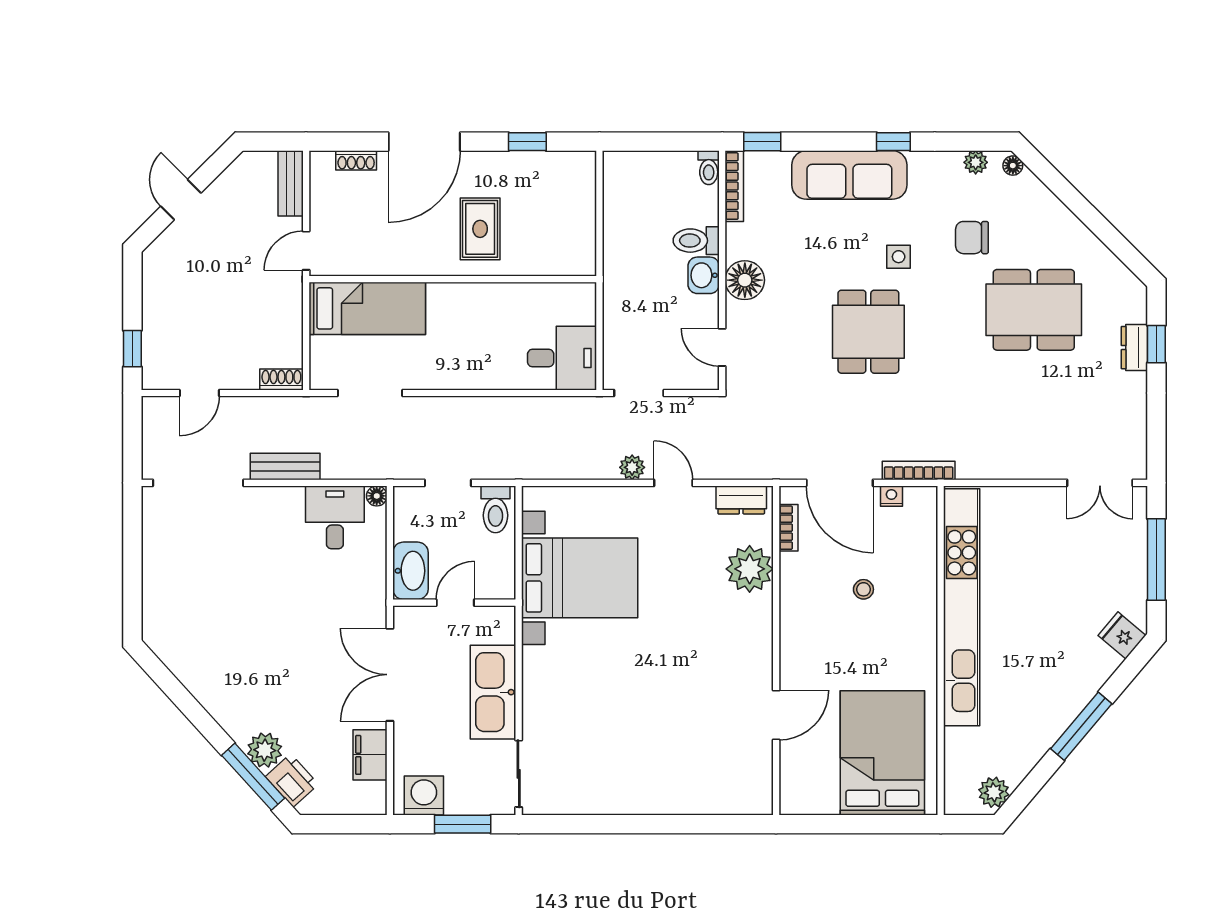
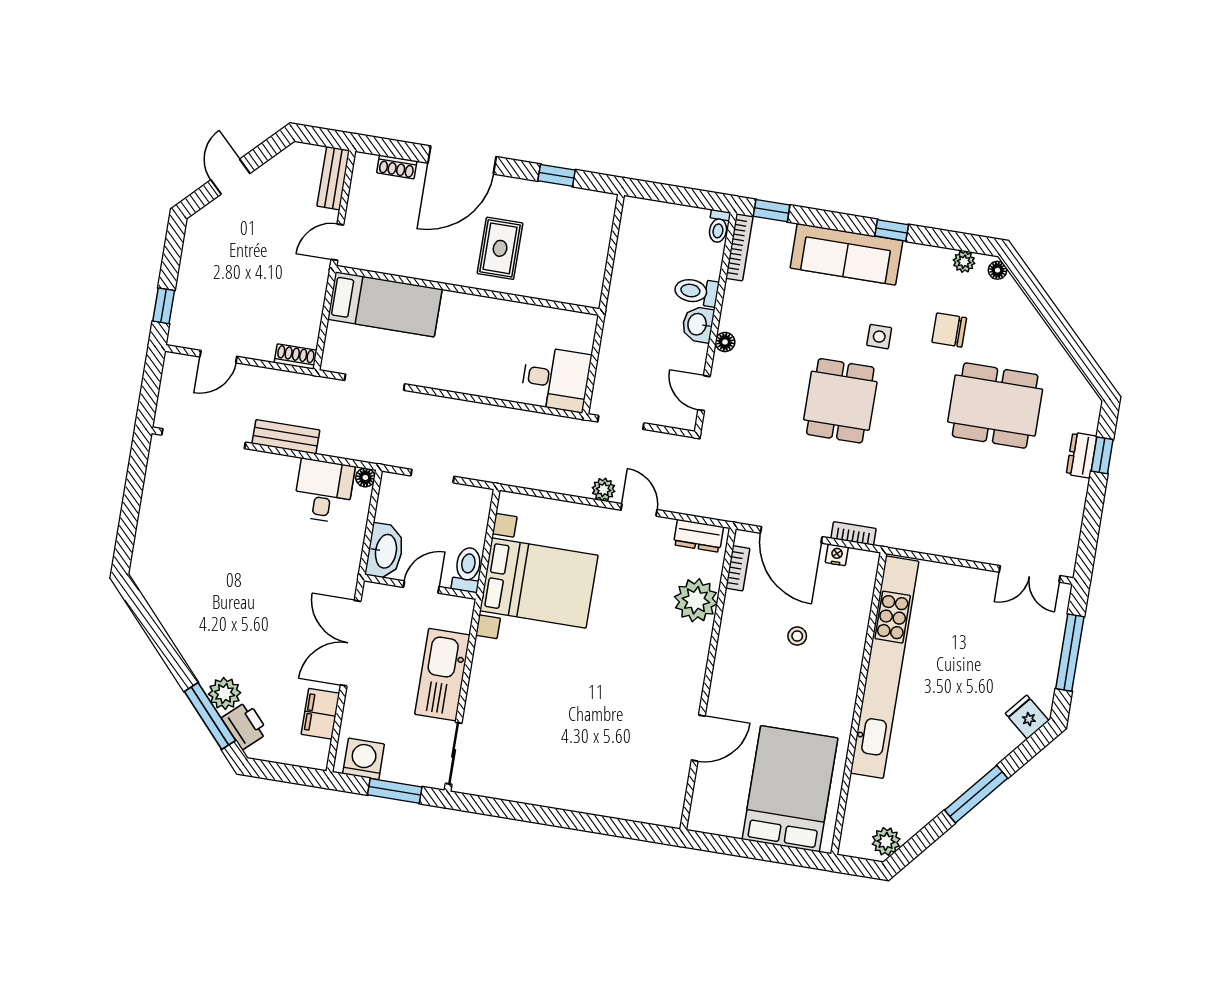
floor lamp: (745, 280) -> (725, 342), width x0.53, depth x0.53
bookcase: (919, 471) -> (854, 533), width x0.64
toilet: (495, 509) -> (467, 569), moved, turned 180

